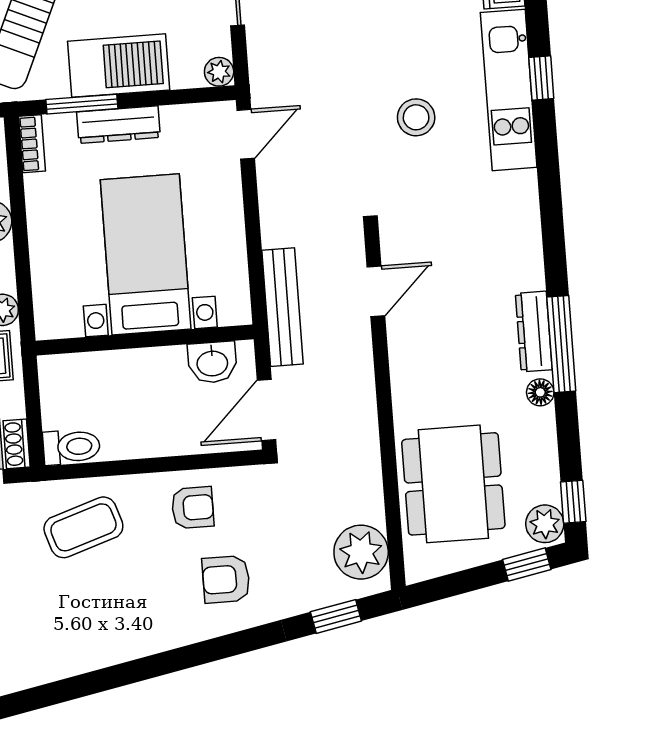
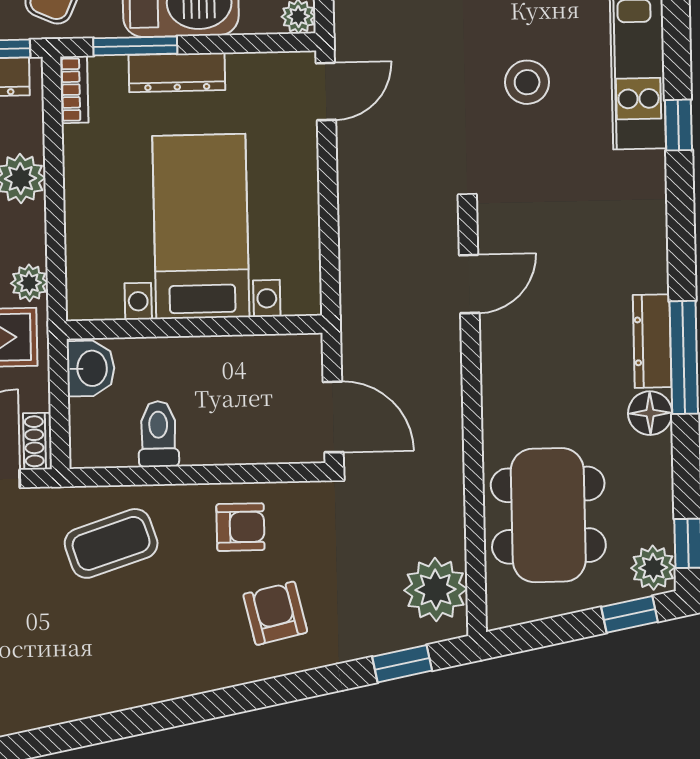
window: (541, 78) -> (678, 125), moved
bench: (283, 307) -> (358, 297), removed
washbasin: (212, 362) -> (91, 368), moved, turned -90
floor lamp: (540, 392) -> (650, 413), width x1.37, depth x1.37
door: (266, 410) -> (333, 417), swing flipped
toilet: (71, 447) -> (158, 434), moved, turned -90
armchair: (226, 579) -> (275, 613), turned 77

